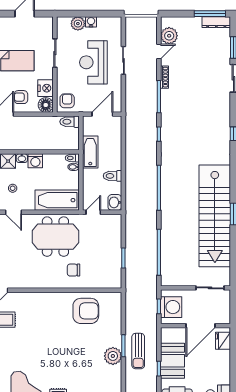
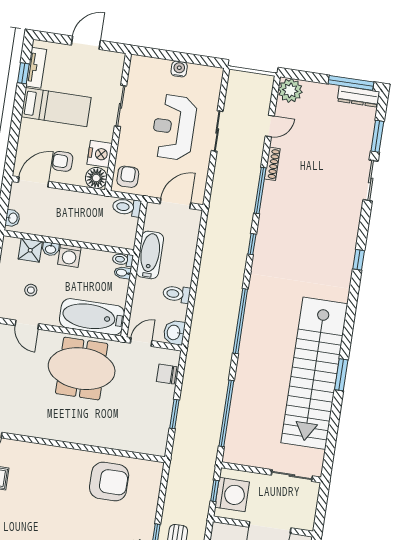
plant: (78, 24) -> (160, 68), removed
plant: (169, 36) -> (290, 90), moved
chair: (74, 270) -> (167, 374), moved

